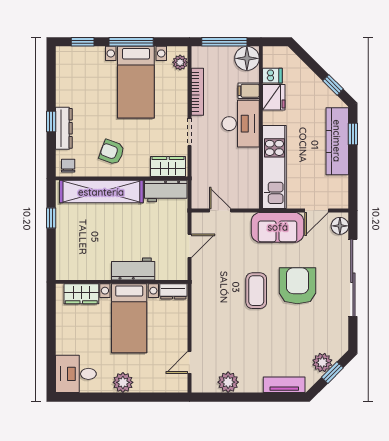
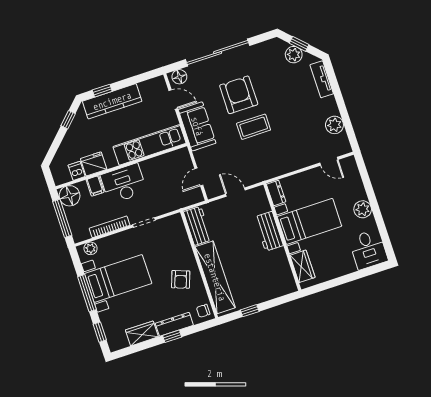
wardrobe: (168, 167) -> (142, 333), moved, turned 90
armchair: (297, 286) -> (239, 95), turned 90

